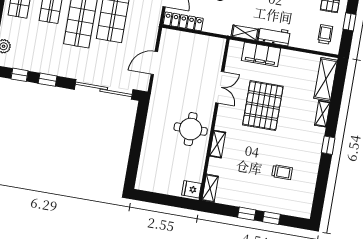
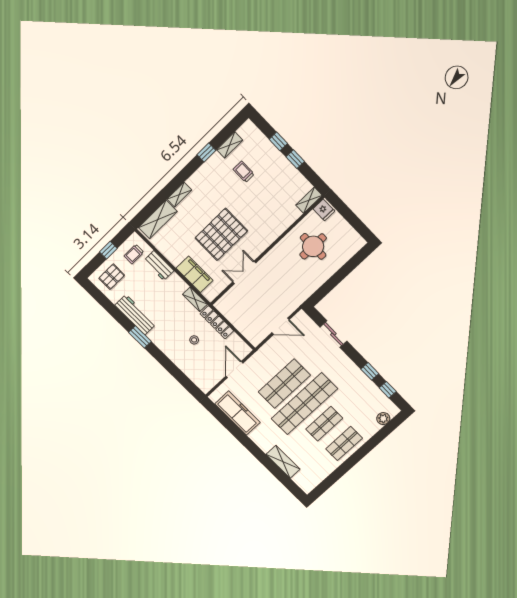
locker: (183, 21) -> (217, 322), moved
workbench: (274, 36) -> (159, 266), moved
sliding door: (104, 89) -> (333, 334), width x0.54
round table: (191, 129) -> (313, 246), moved
shelving: (218, 144) -> (230, 145), moved
window: (328, 145) -> (206, 152), moved

